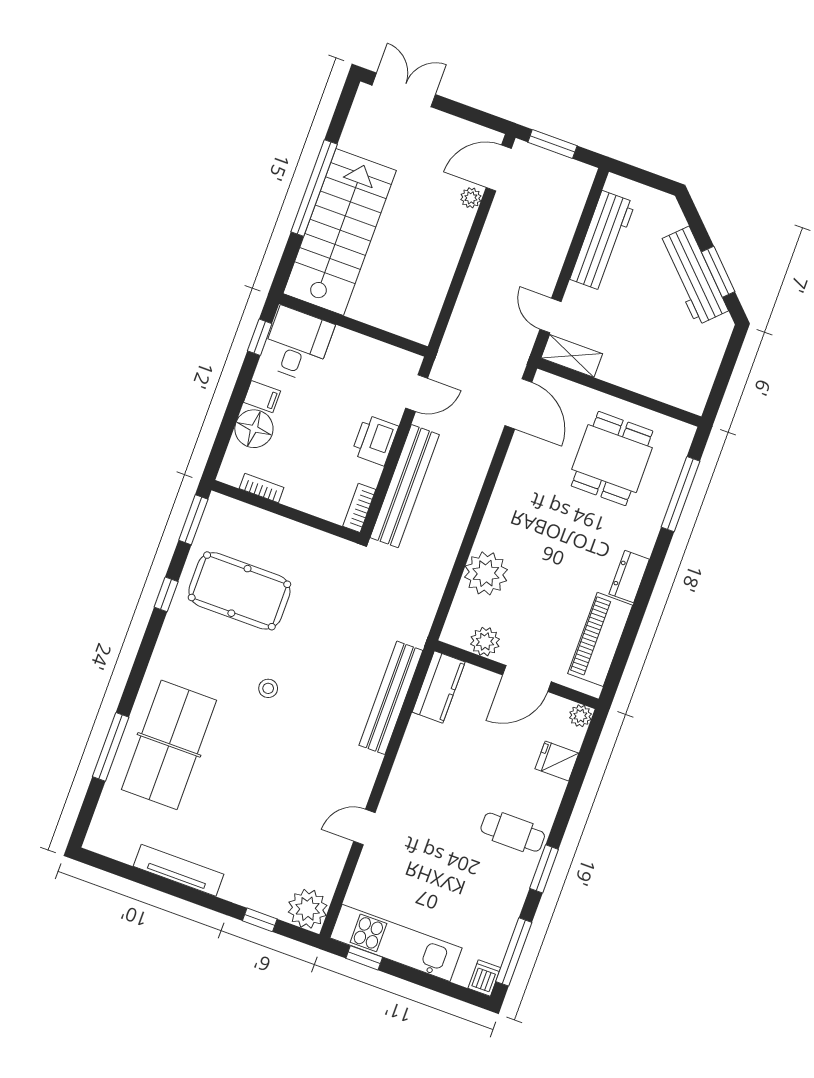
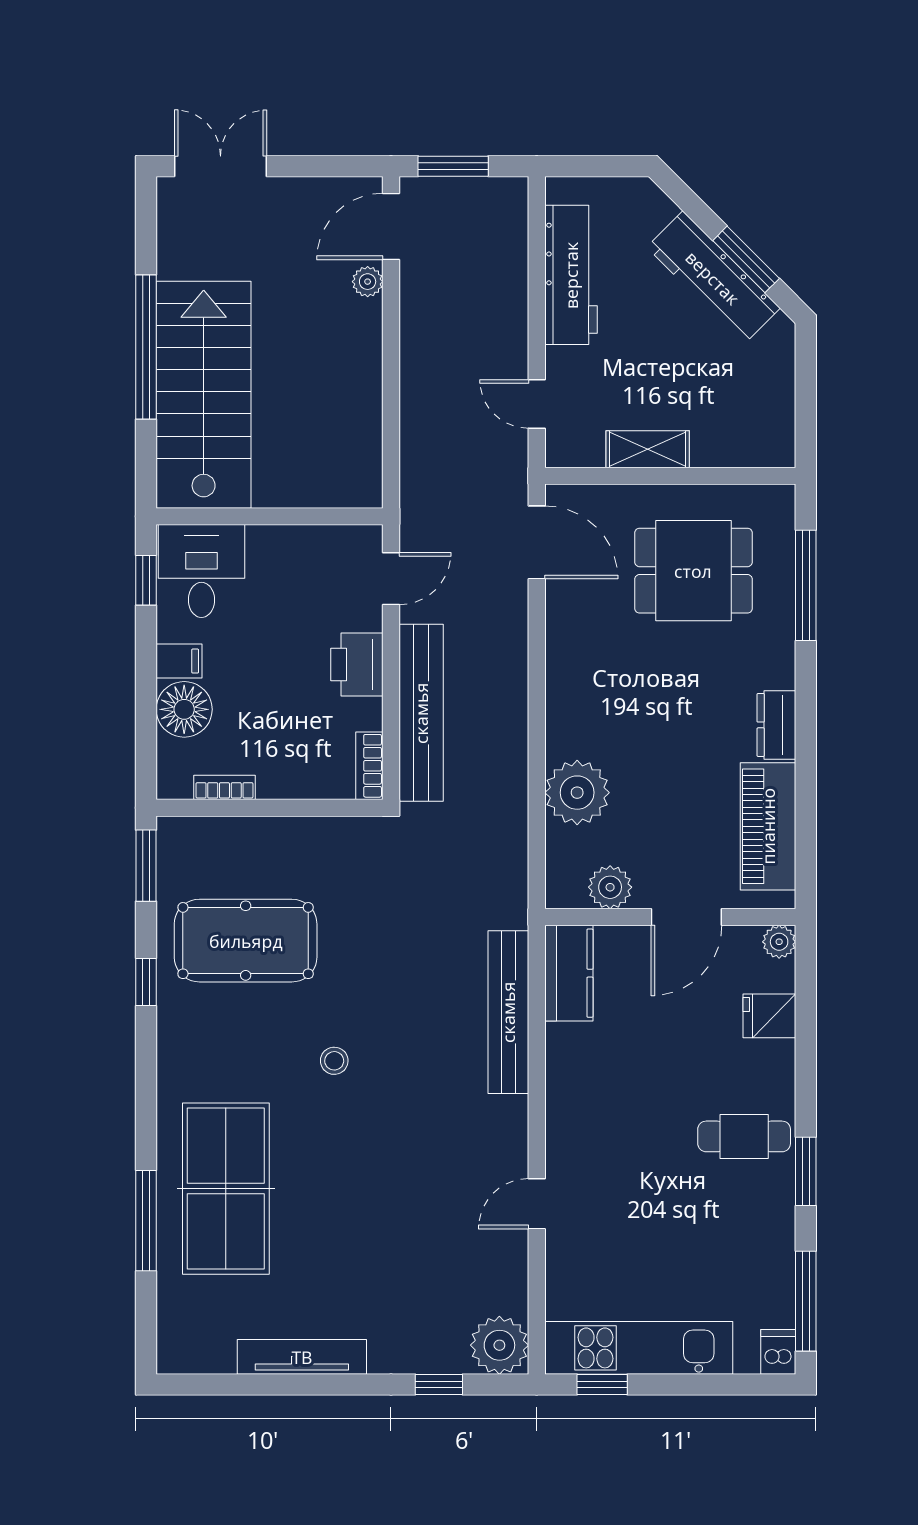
shelving: (572, 356) -> (648, 449), moved
dining table: (612, 459) -> (693, 571), turned 90

